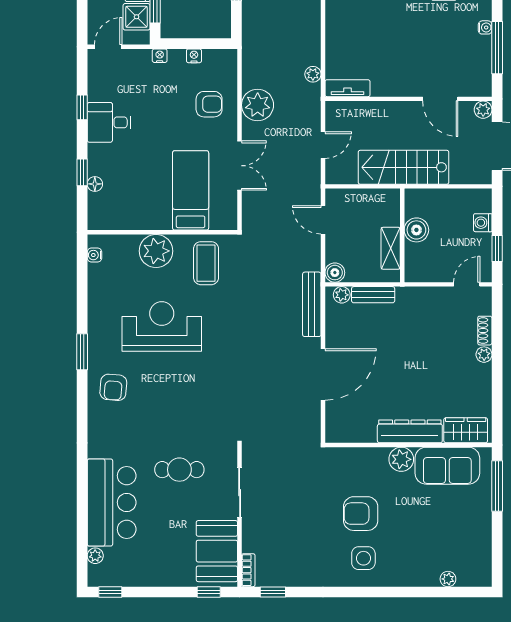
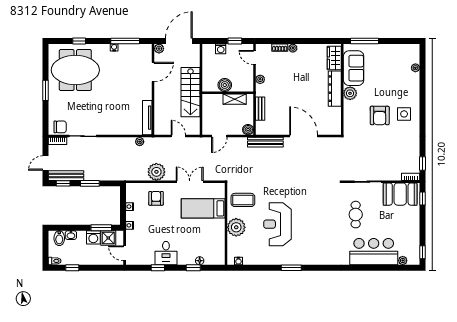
tv unit: (347, 88) -> (147, 118), width x1.41
plant: (342, 295) -> (260, 79), moved
armchair: (113, 387) -> (311, 251), removed

